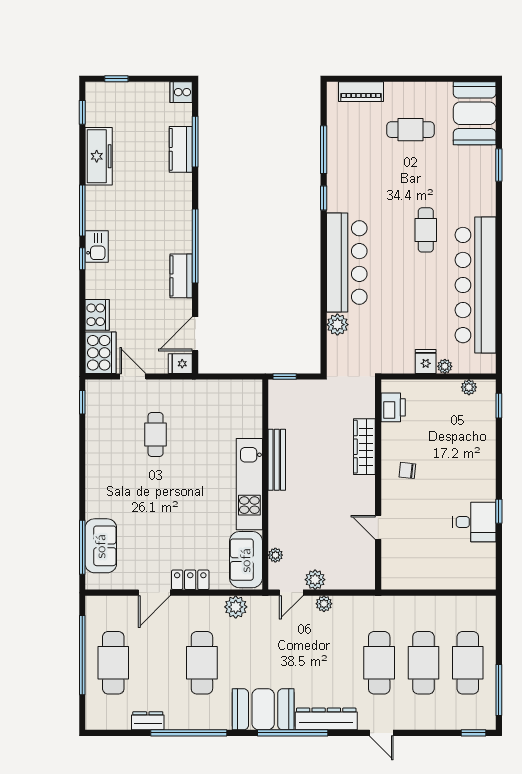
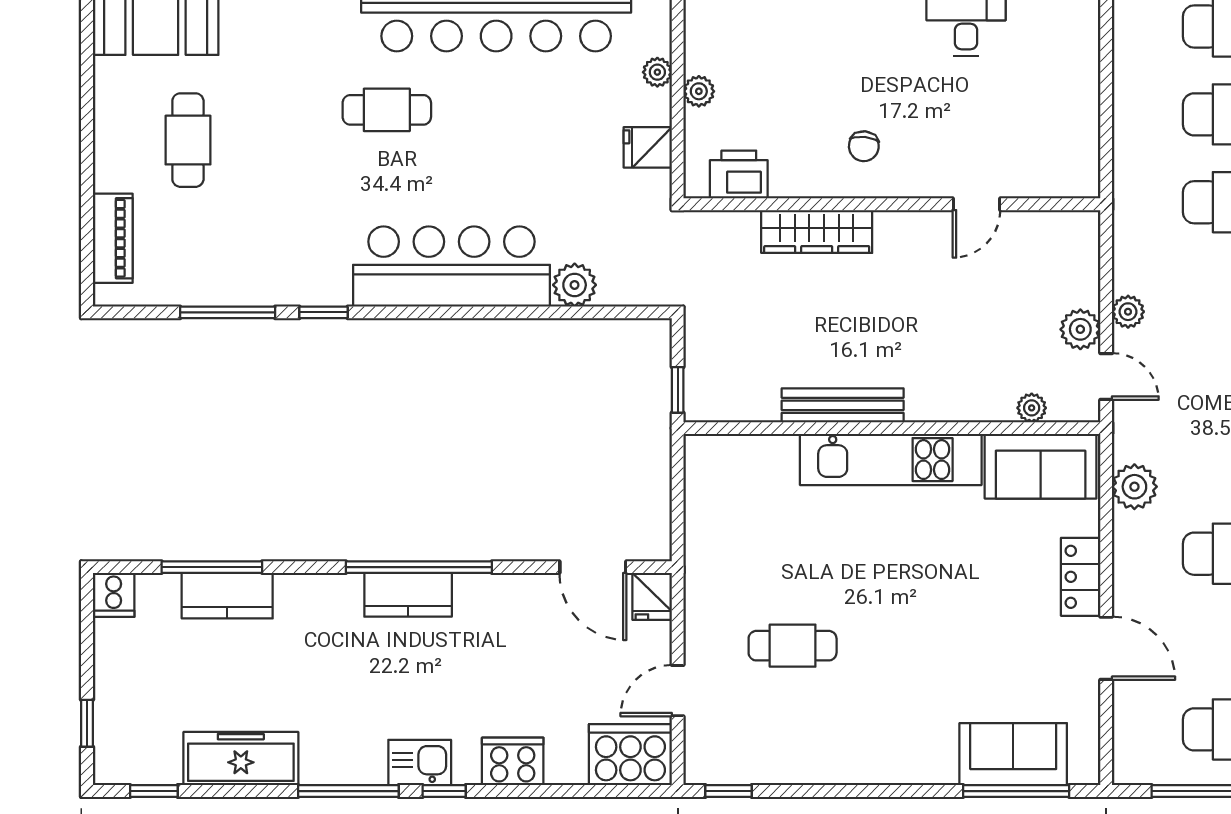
kitchen counter: (181, 276) -> (408, 595), moved
cooker: (97, 315) -> (513, 761), moved
fridge: (426, 361) -> (648, 147), moved
plant: (469, 387) -> (699, 91), moved

